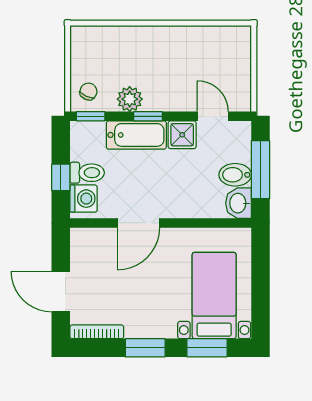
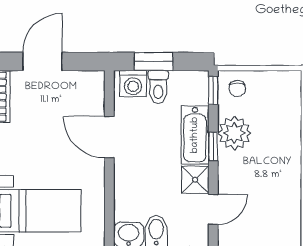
chair: (88, 91) -> (237, 88), turned 66
plant: (130, 99) -> (234, 133), width x1.36, depth x1.36
window: (61, 177) -> (154, 62), width x1.50

